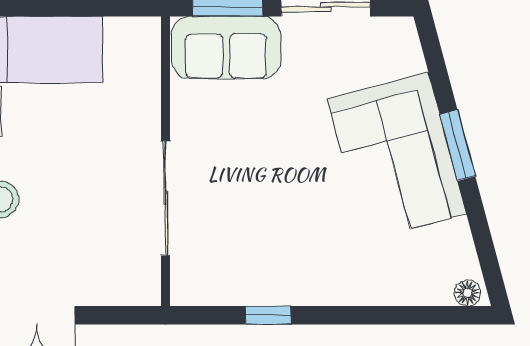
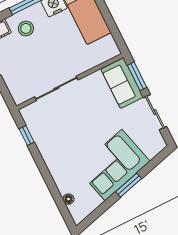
floor lamp: (467, 293) -> (68, 199), moved
window: (268, 315) -> (27, 135), moved

